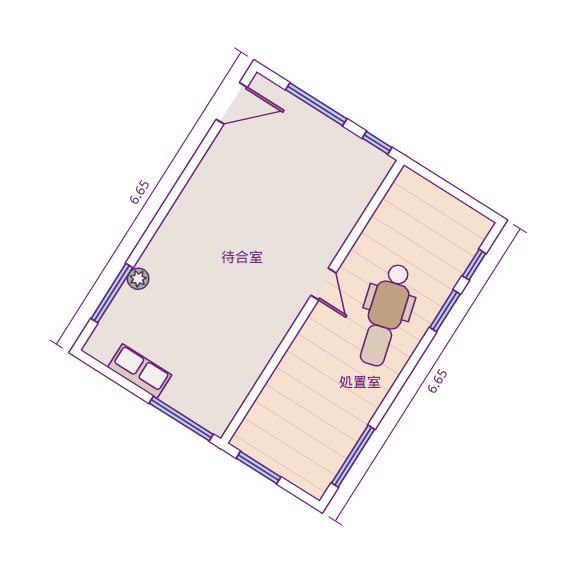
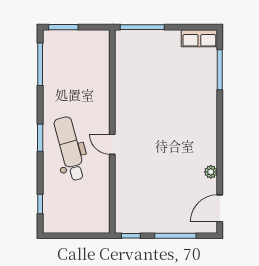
plant: (138, 279) -> (211, 172), moved
window: (445, 311) -> (40, 138), moved
row of seats: (140, 371) -> (199, 38), moved
window: (259, 468) -> (63, 27), moved

